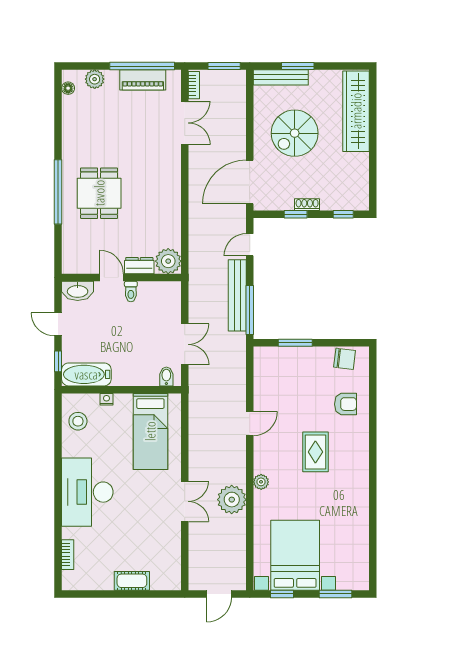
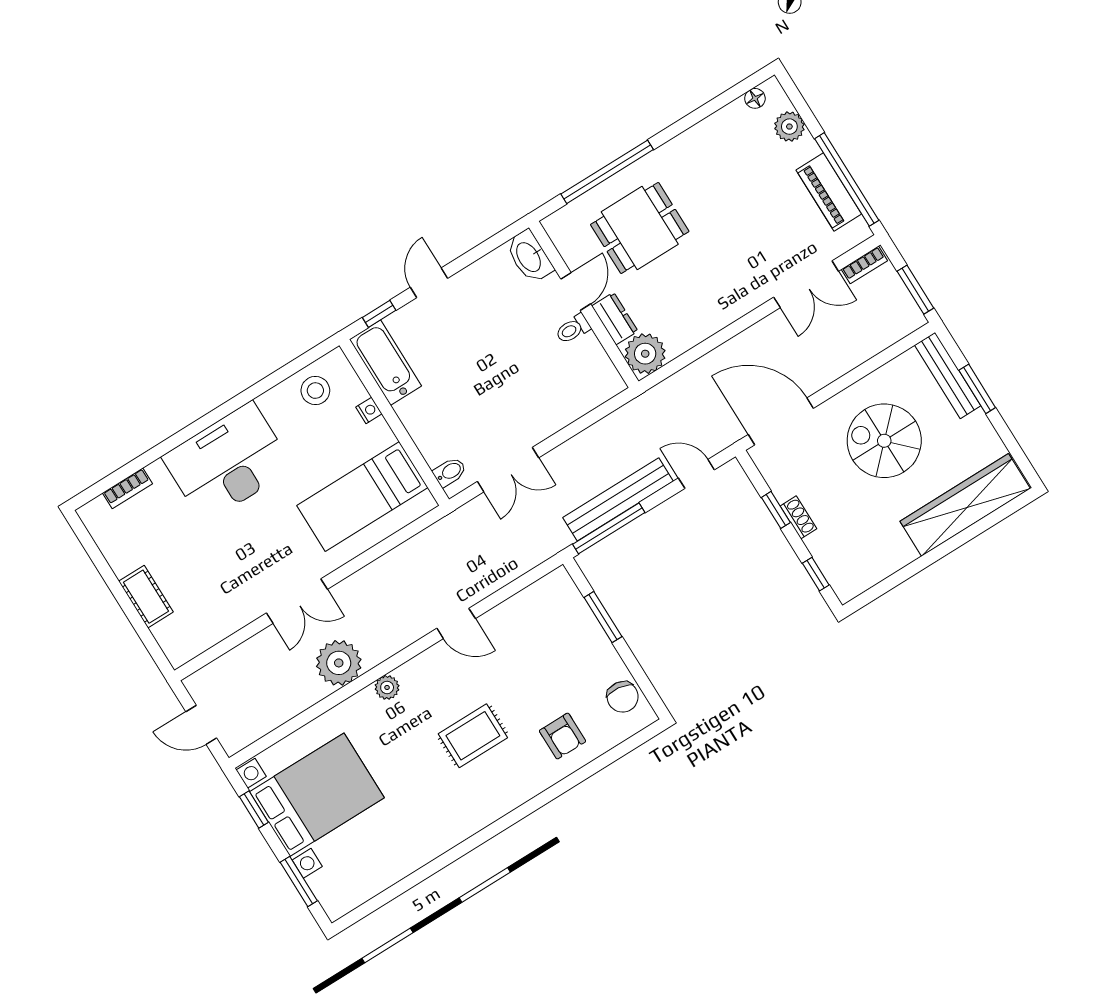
plant: (168, 261) -> (645, 354), moved
dresser: (139, 266) -> (615, 319), moved
door: (112, 278) -> (576, 291), moved
wall: (121, 278) -> (584, 304), moved
washbasin: (78, 291) -> (529, 257), moved
toilet: (131, 292) -> (573, 329), moved

